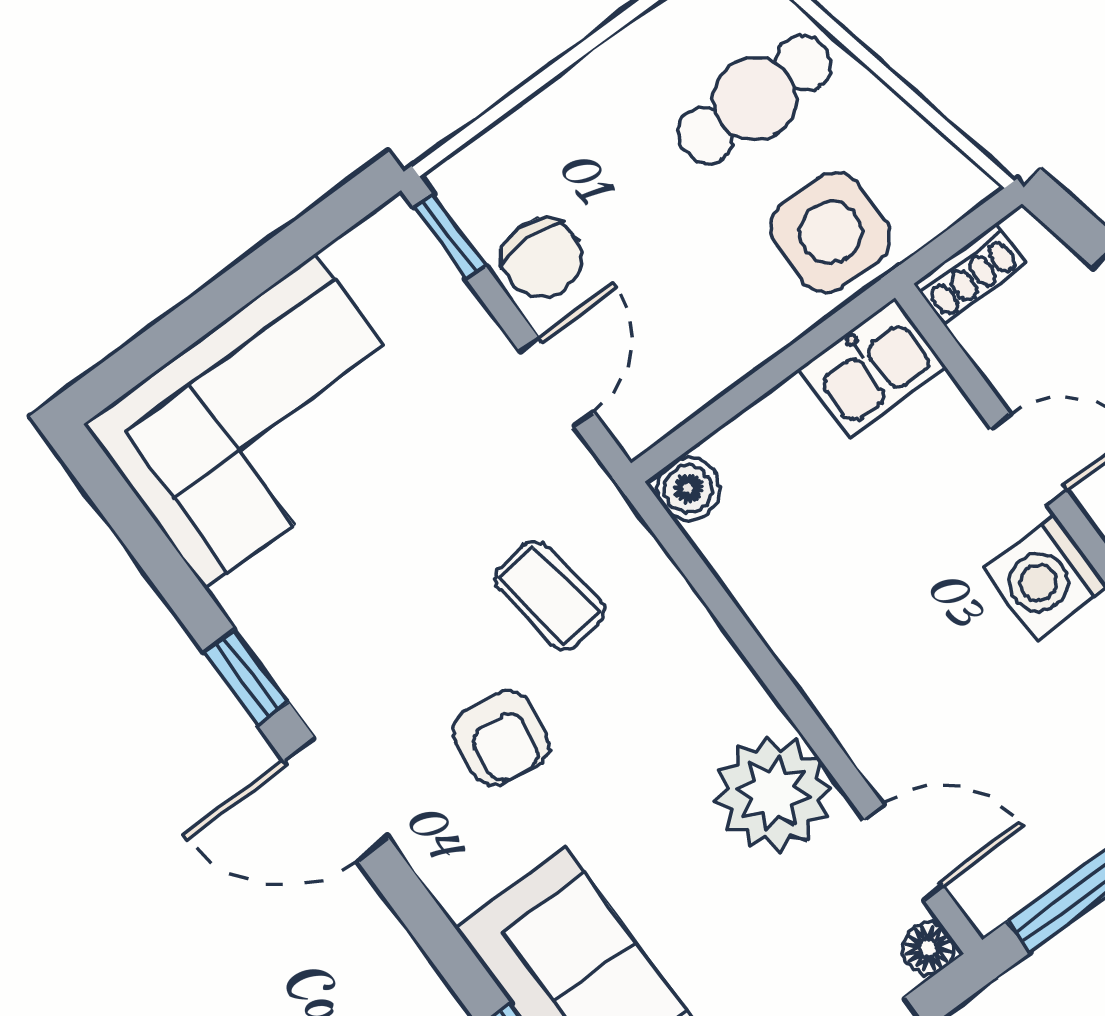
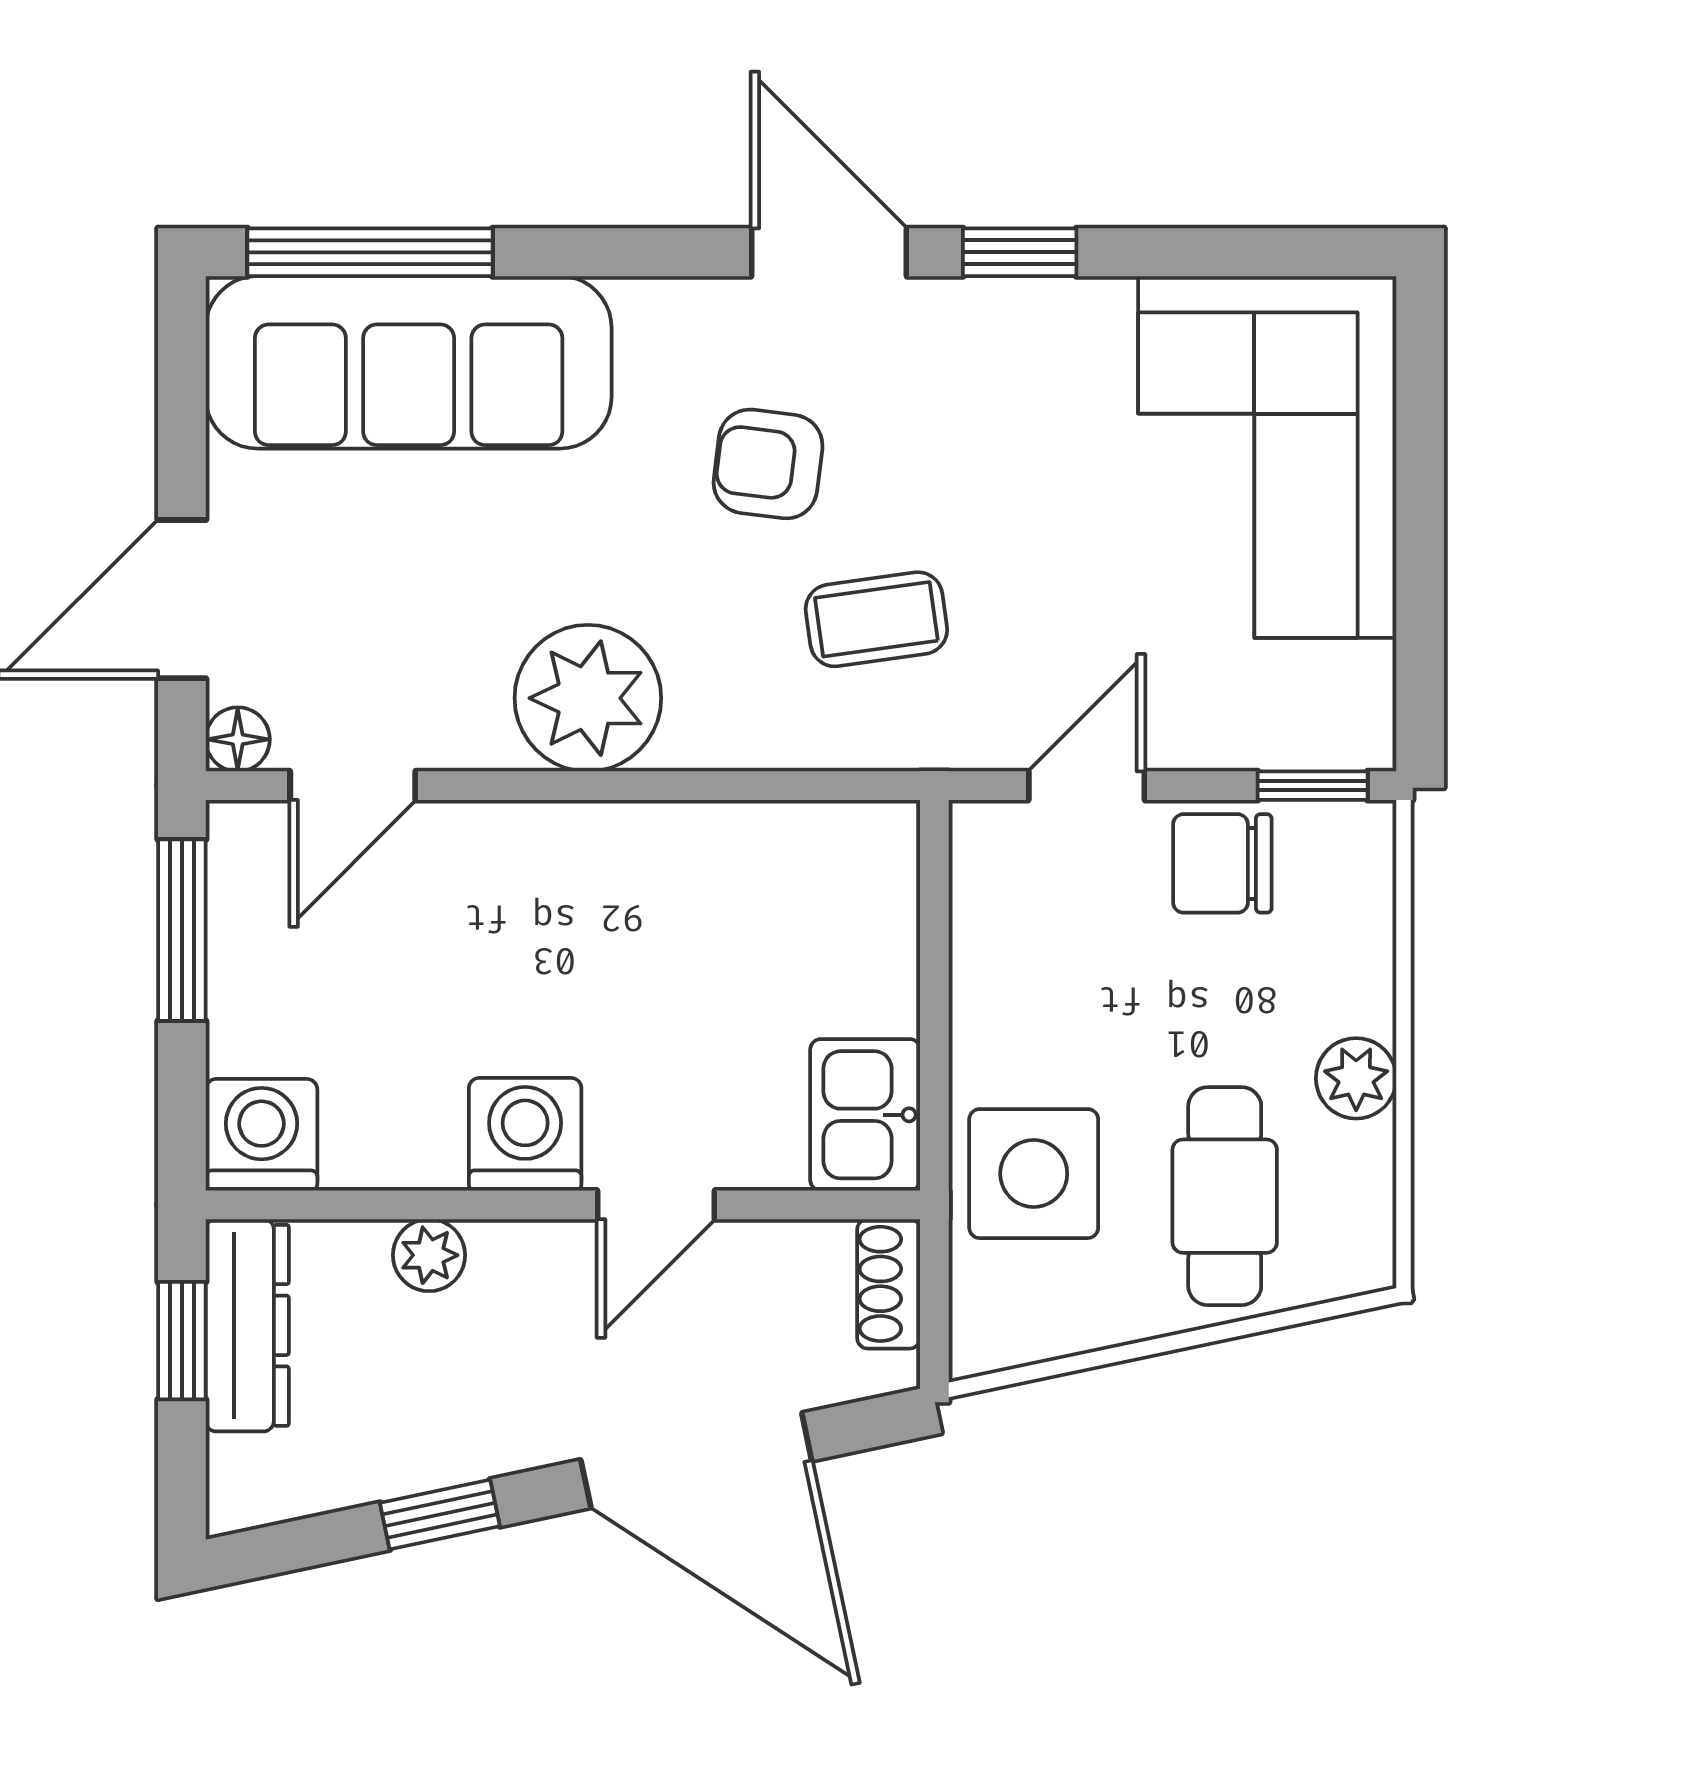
plant: (617, 71) -> (1356, 1078), added
door: (557, 382) -> (1087, 786), swing flipped
boiler: (688, 489) -> (881, 839), removed
plant: (773, 794) -> (588, 698), moved
door: (336, 799) -> (829, 252), hinge flipped

